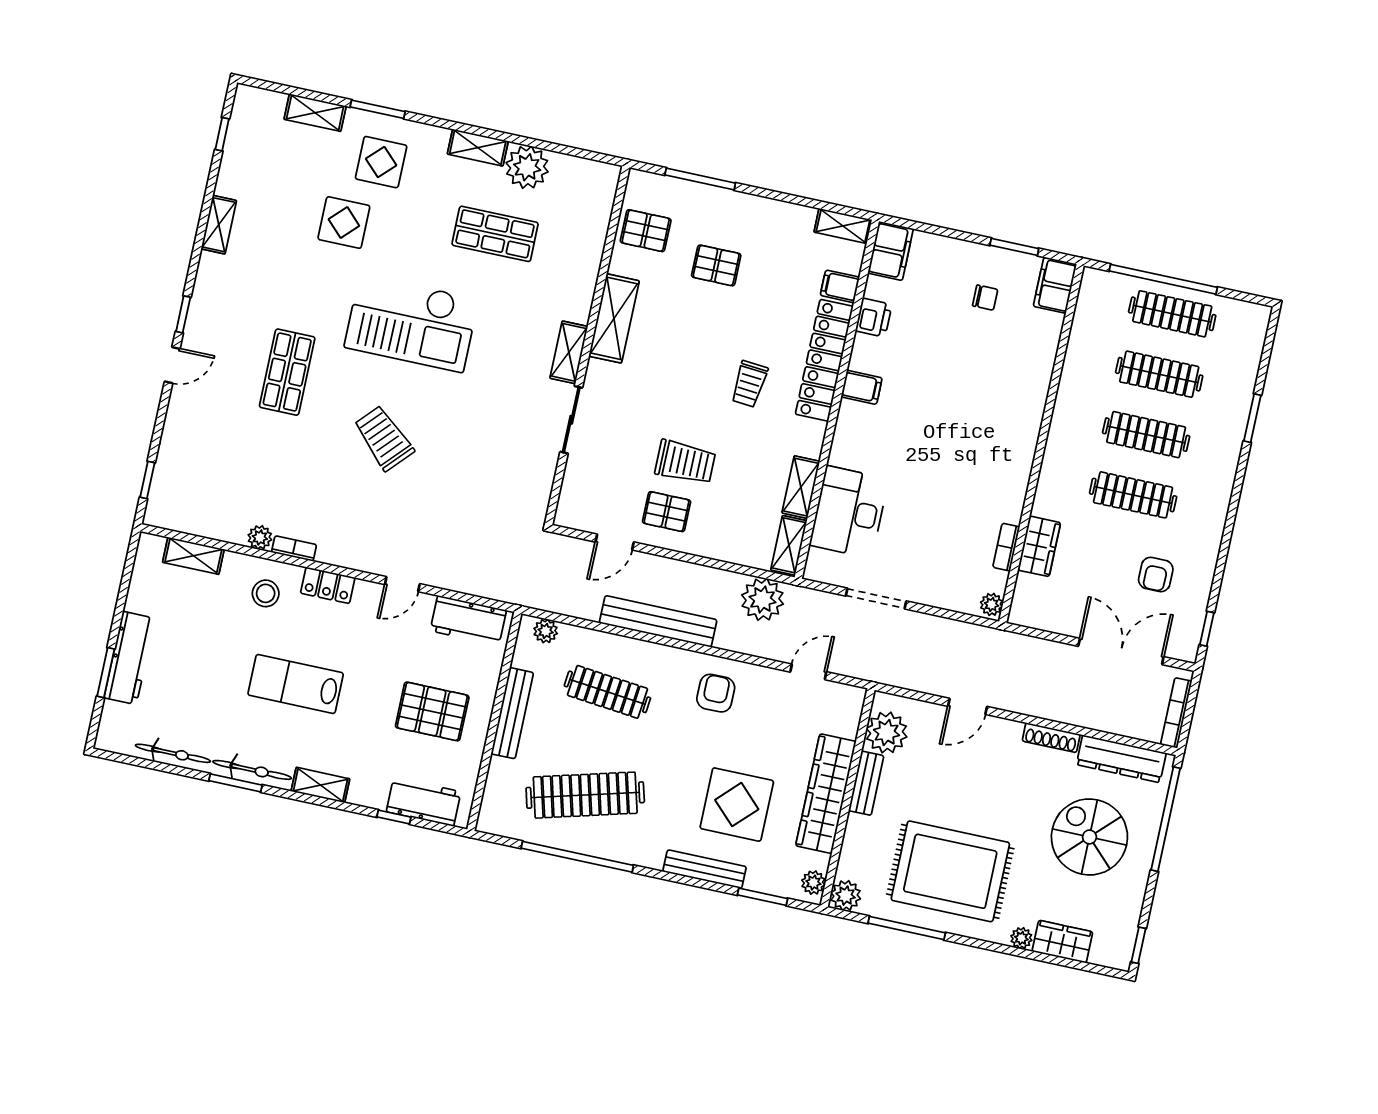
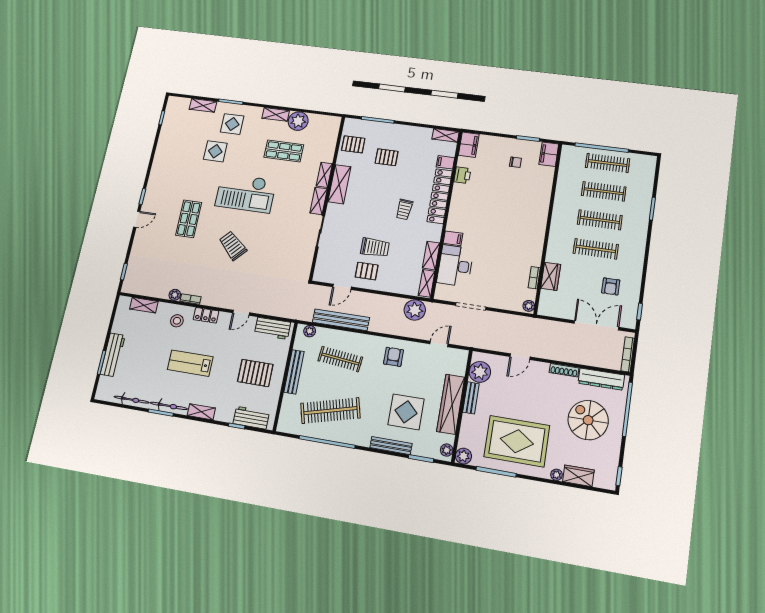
shelving: (219, 225) -> (324, 175), moved
filing cabinet: (862, 387) -> (453, 238), moved
bench: (658, 621) -> (341, 320), moved

